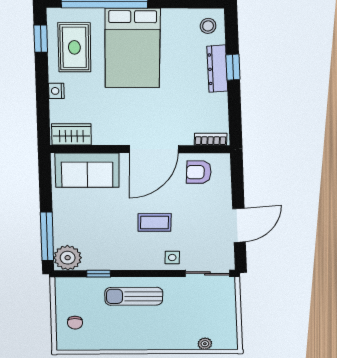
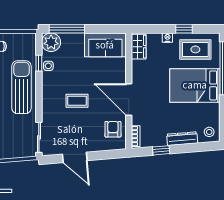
window: (41, 39) -> (184, 29), moved
window: (233, 67) -> (161, 150), moved
sofa: (87, 170) -> (105, 45), moved, turned -90
coffee table: (155, 223) -> (77, 101), turned 90
side table: (172, 258) -> (48, 66), moved
sun lounger: (134, 296) -> (21, 87), width x1.36, depth x1.34

